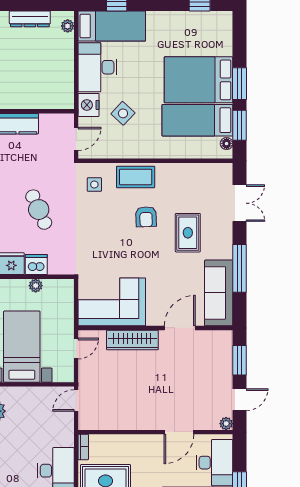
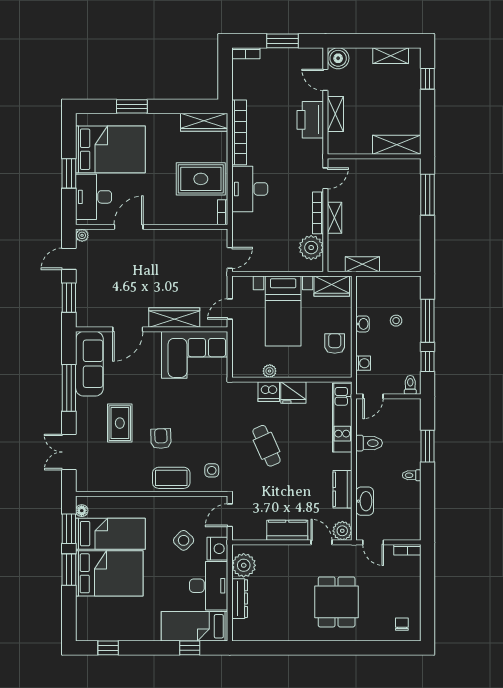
dresser: (30, 19) -> (240, 599), moved, turned 90
plant: (68, 26) -> (244, 565), moved, width x1.88, depth x1.88

